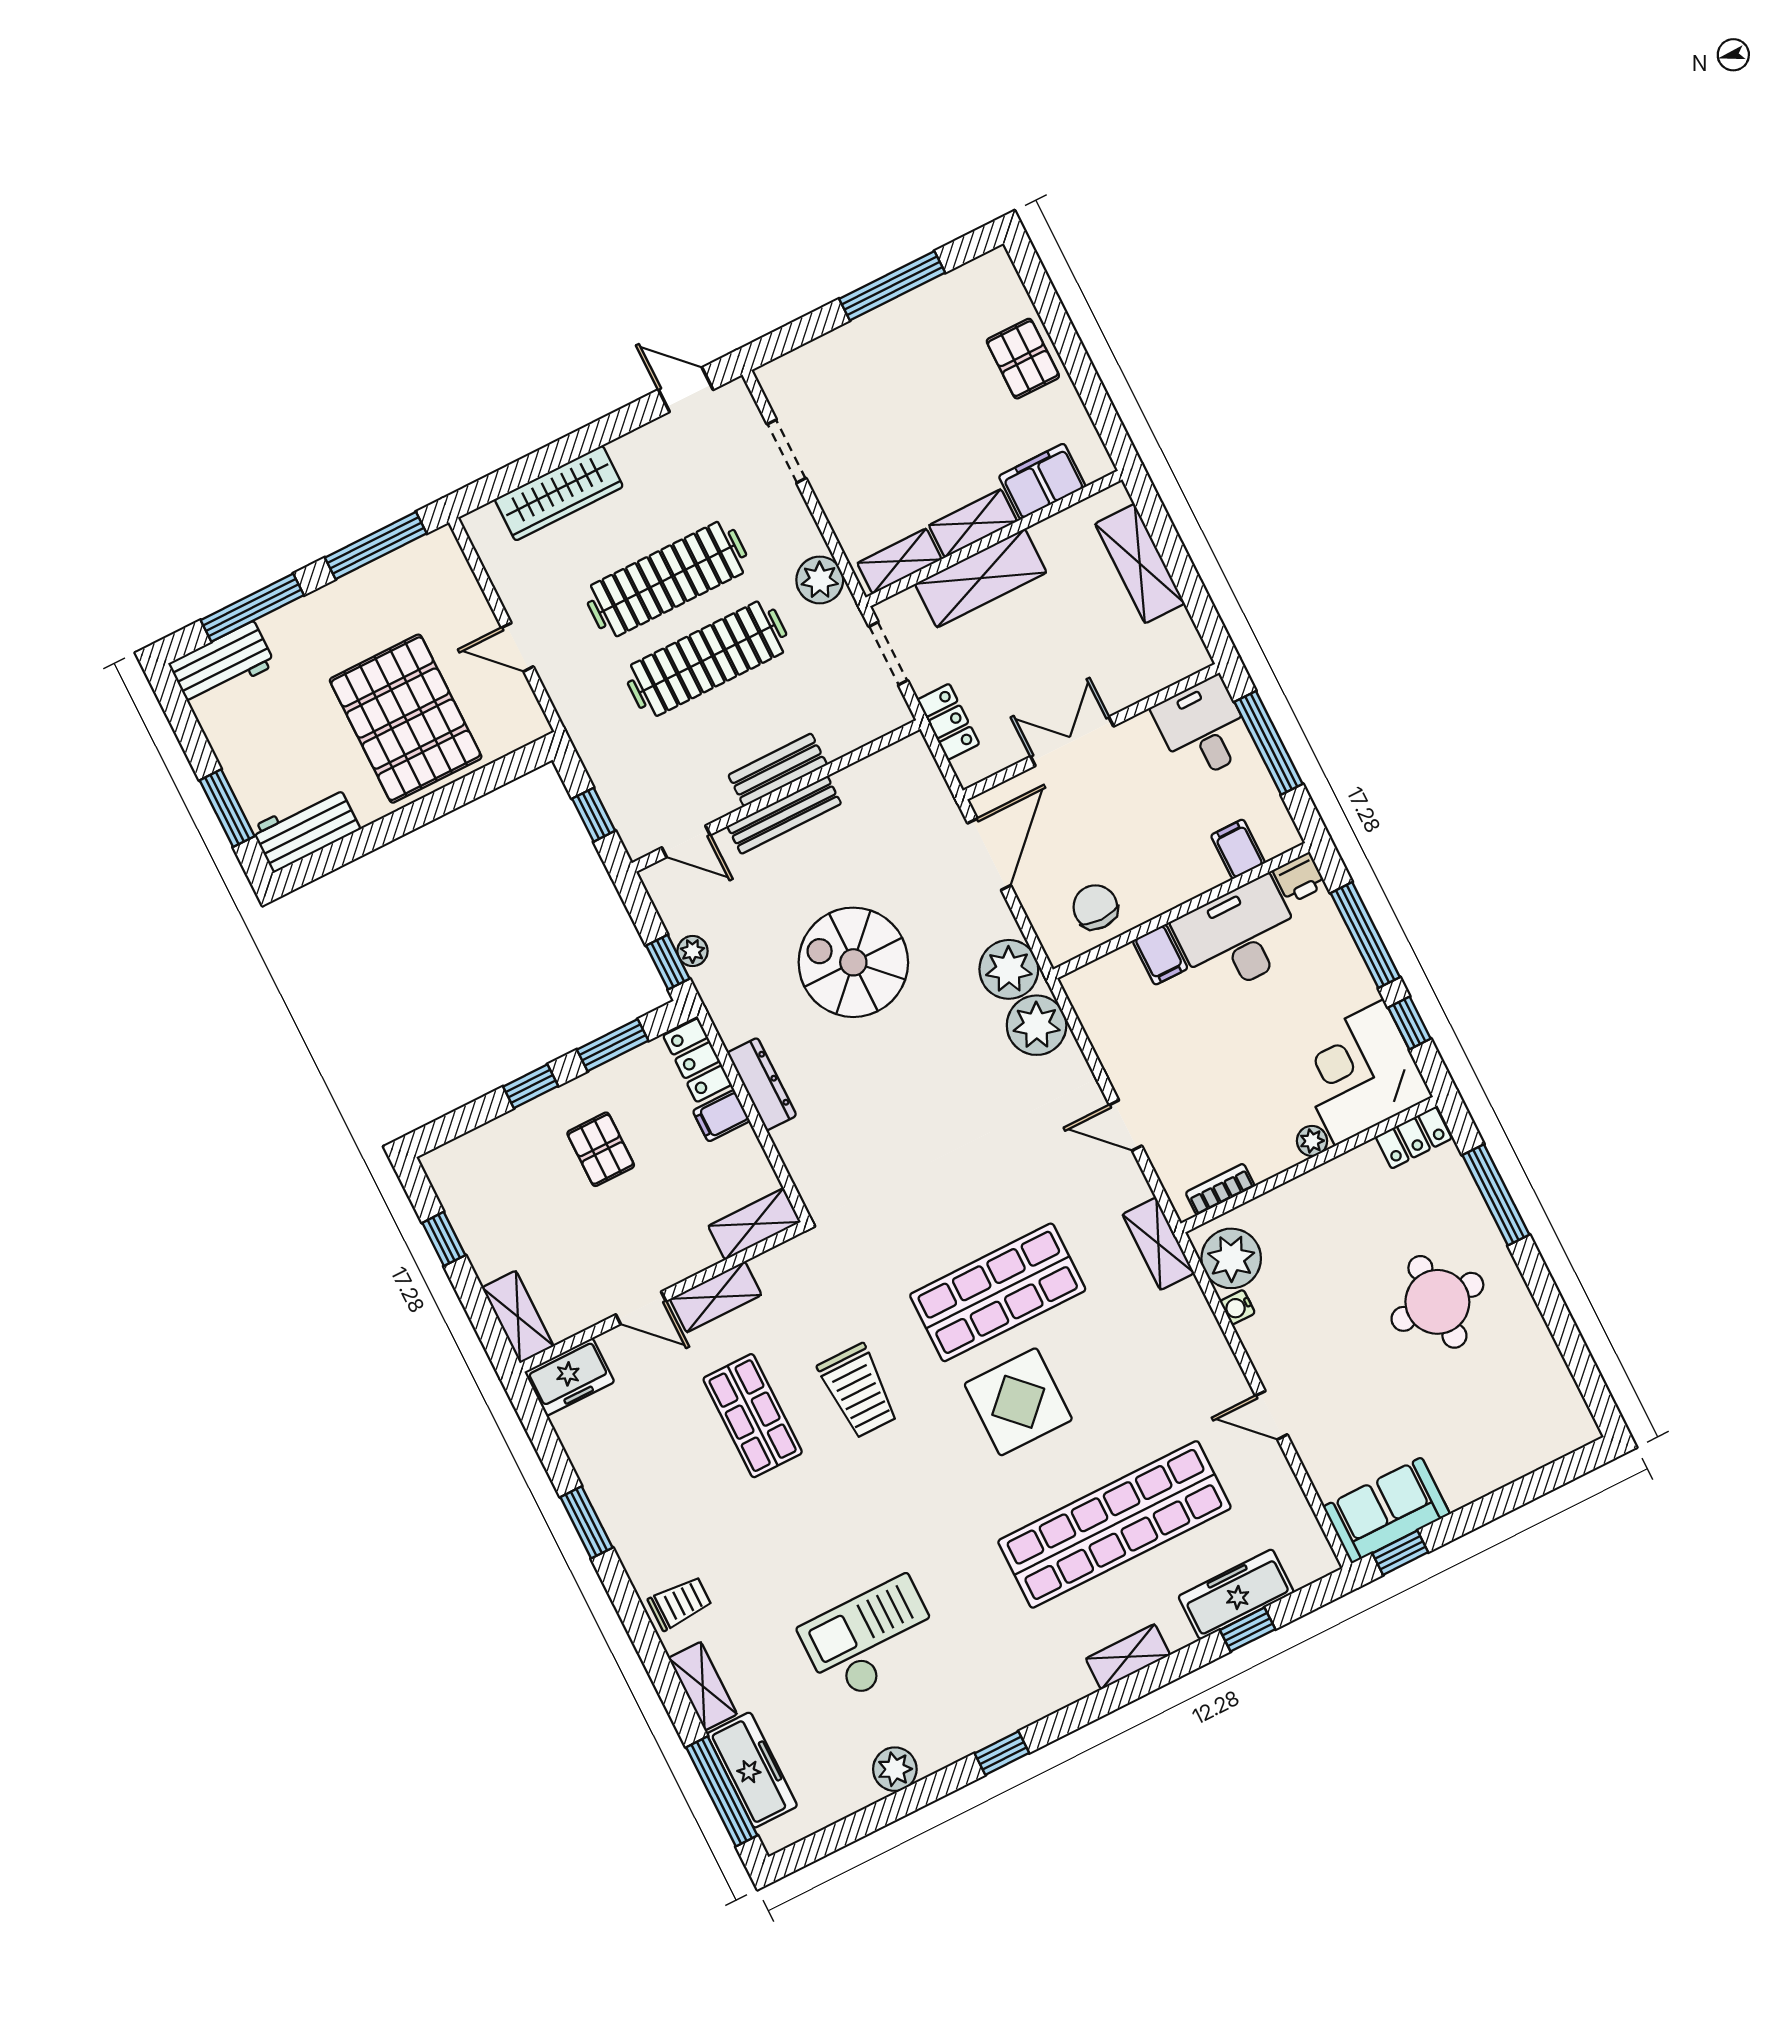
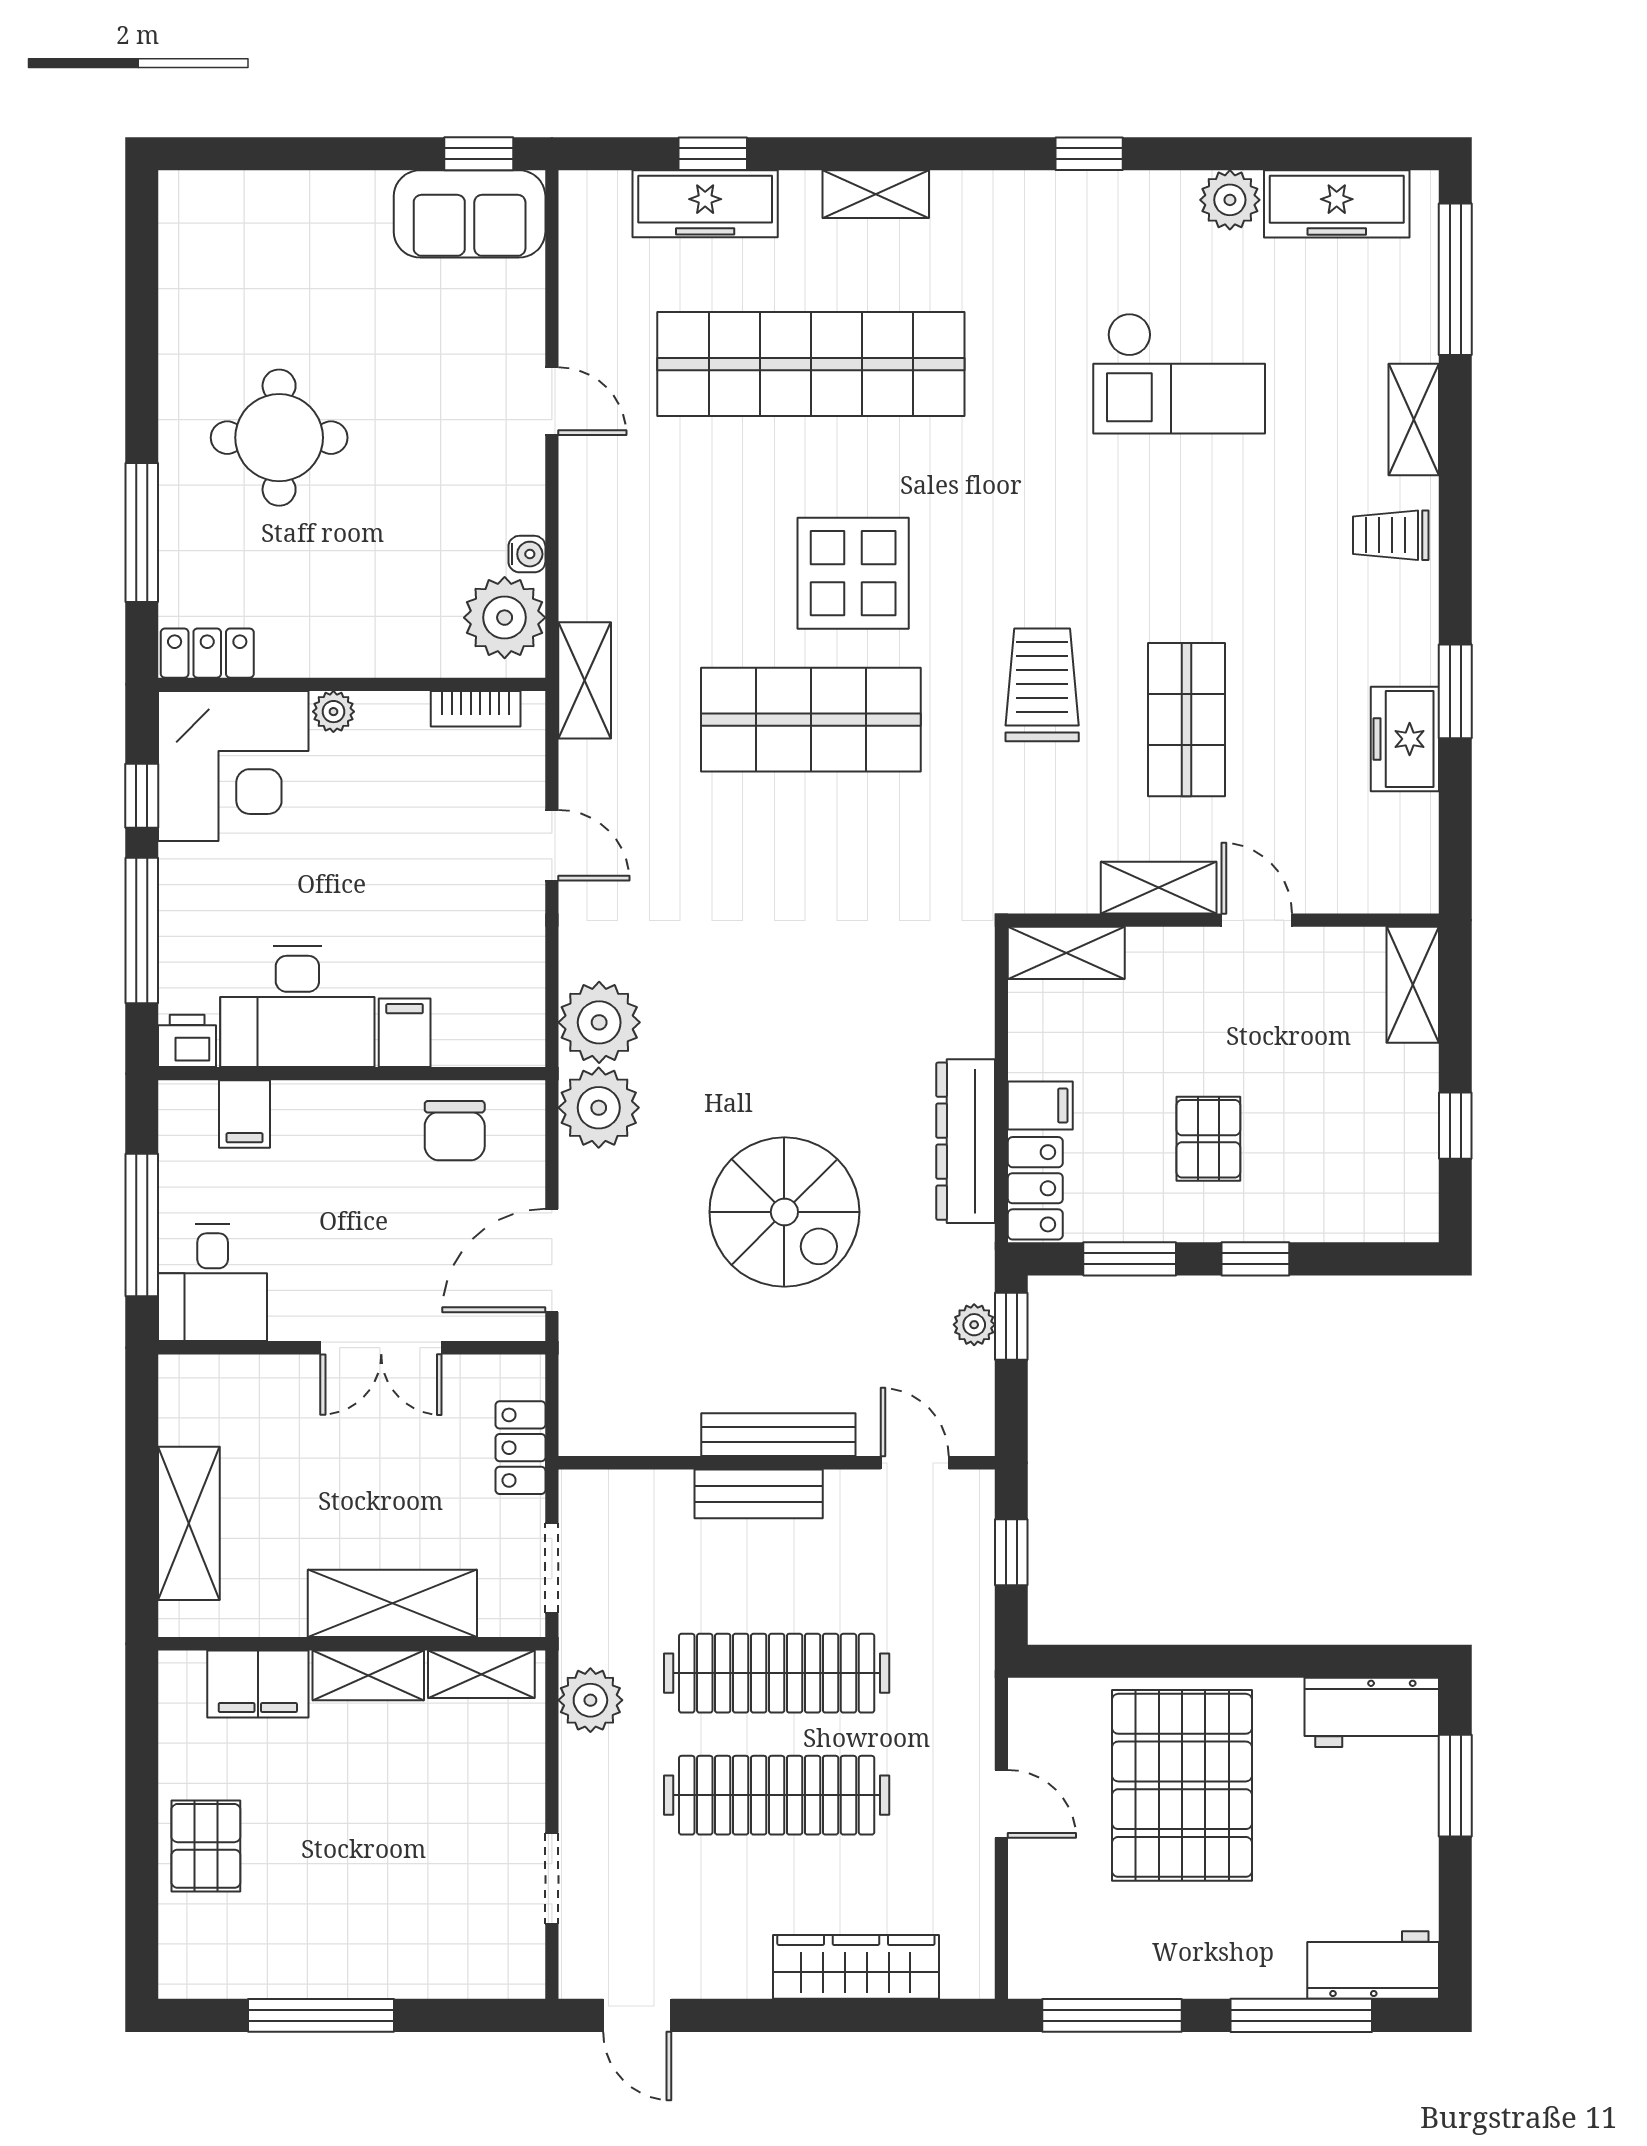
dresser: (762, 1084) -> (966, 1141), width x1.37, depth x1.24
freezer: (570, 1377) -> (1405, 739), moved, turned -90
freezer: (752, 1770) -> (1337, 204), moved, turned -90

